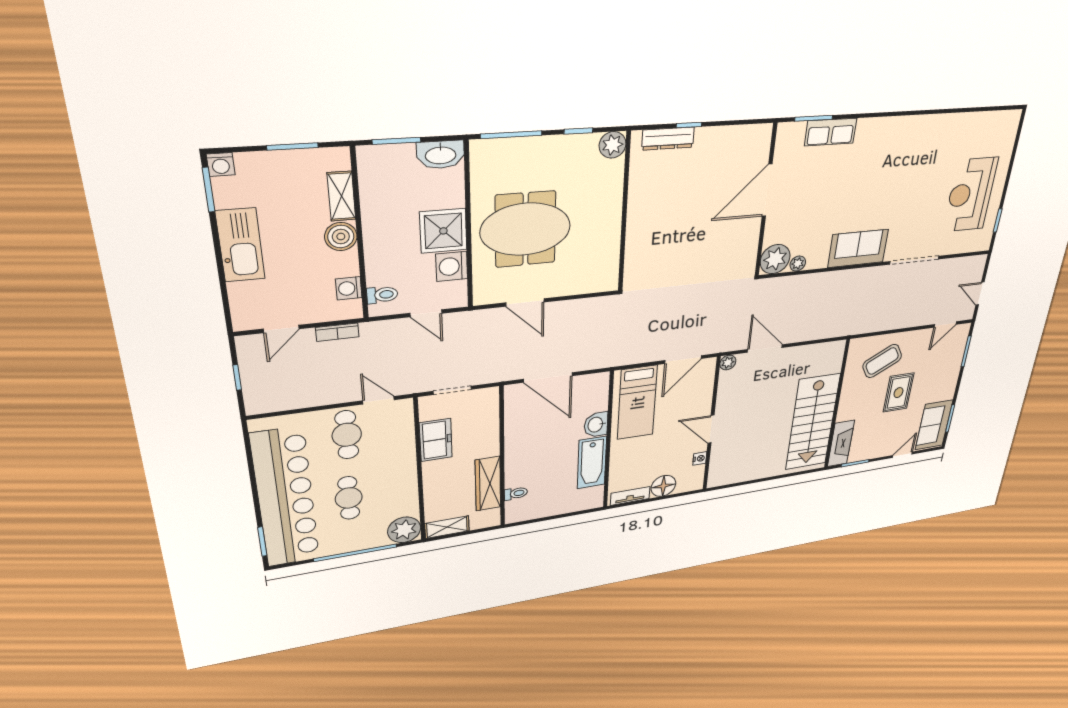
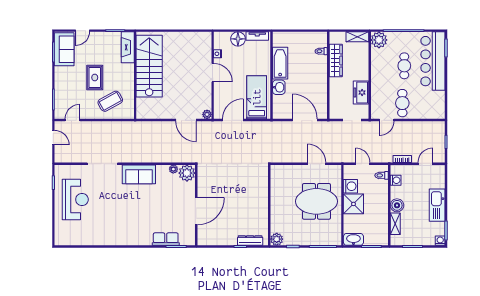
door: (379, 400) -> (387, 120), hinge flipped
bar counter: (286, 498) -> (433, 61), width x0.73

